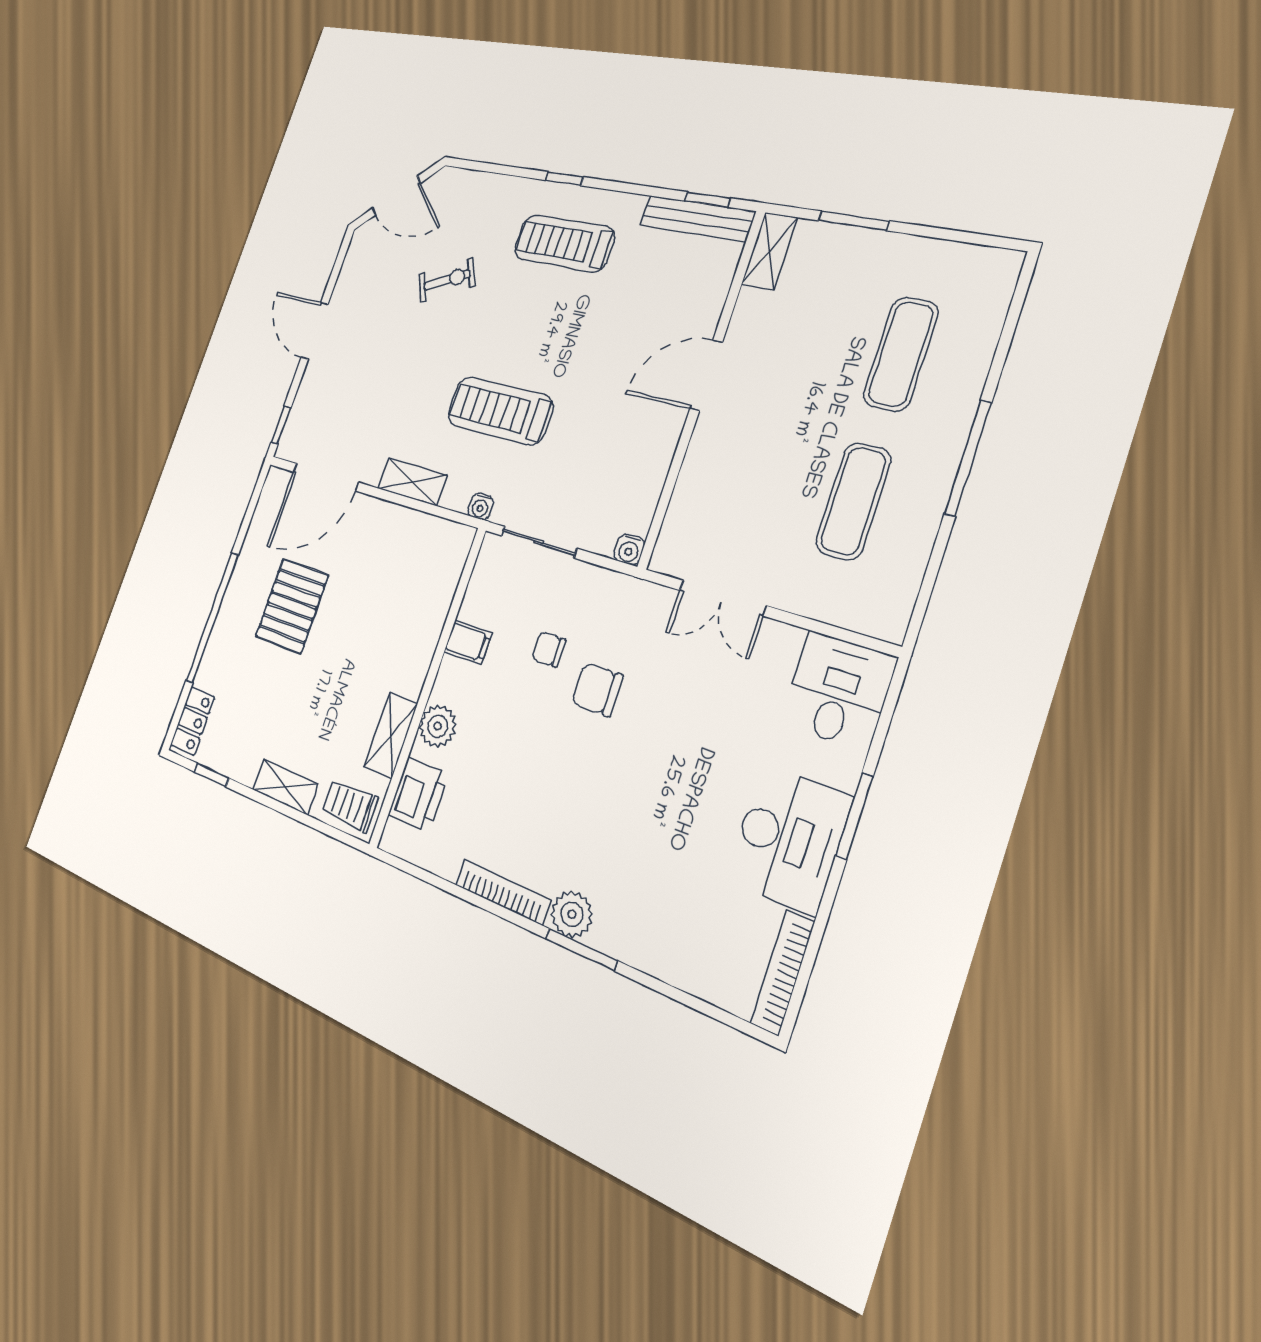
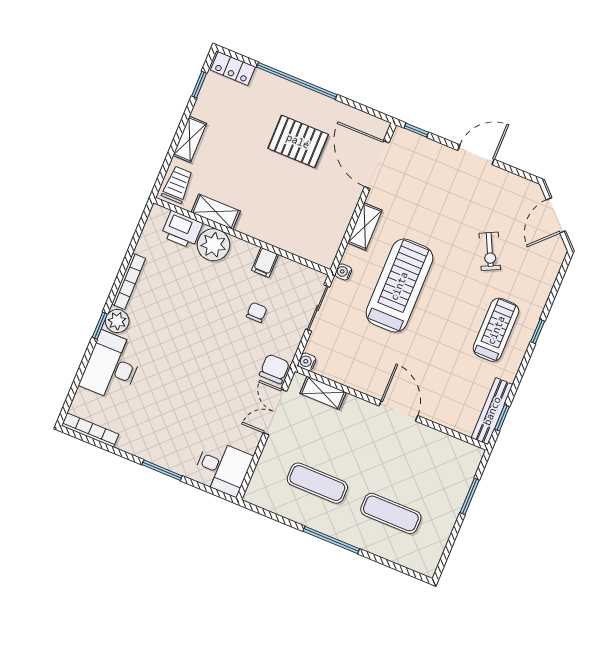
shelving: (769, 251) -> (323, 393), moved
treadmill: (500, 411) -> (399, 286), width x1.37, depth x1.38
chair: (597, 689) -> (274, 369), moved
plant: (438, 726) -> (213, 245), width x1.36, depth x1.36
desk: (788, 839) -> (112, 366), moved, turned 90
window: (581, 949) -> (100, 326), width x0.67

